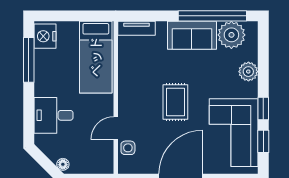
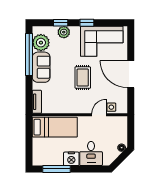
nightstand: (45, 36) -> (71, 159), moved
rug: (175, 102) -> (83, 78), turned 90
door: (116, 128) -> (99, 115), swing flipped
window: (263, 141) -> (61, 23), moved

